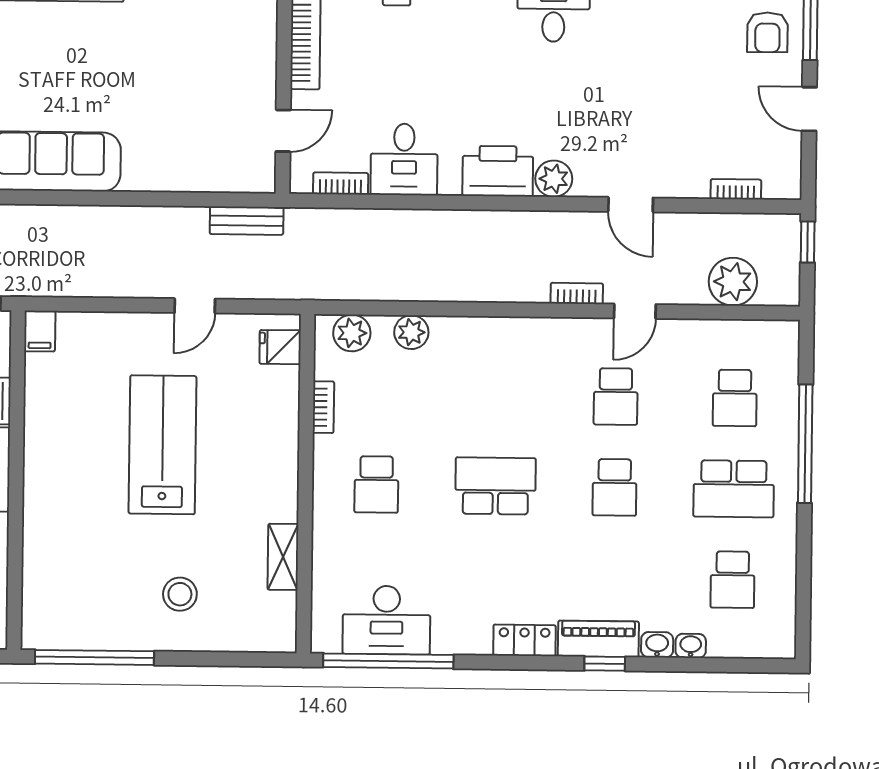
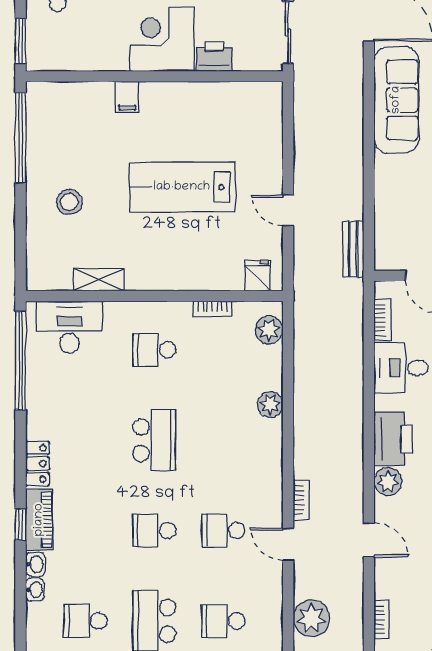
door: (631, 205) -> (369, 540), swing flipped
filing cabinet: (40, 331) -> (127, 97), moved, turned -90
plant: (411, 332) -> (270, 405), moved
lab bench: (163, 445) -> (182, 187), turned 180
desk: (387, 620) -> (69, 327), moved, turned 90

